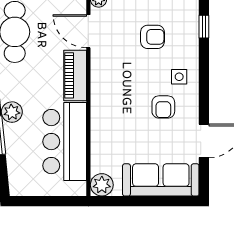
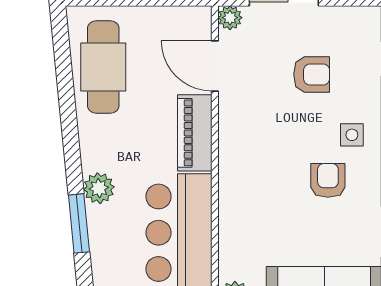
armchair: (163, 107) -> (328, 180), turned 180

